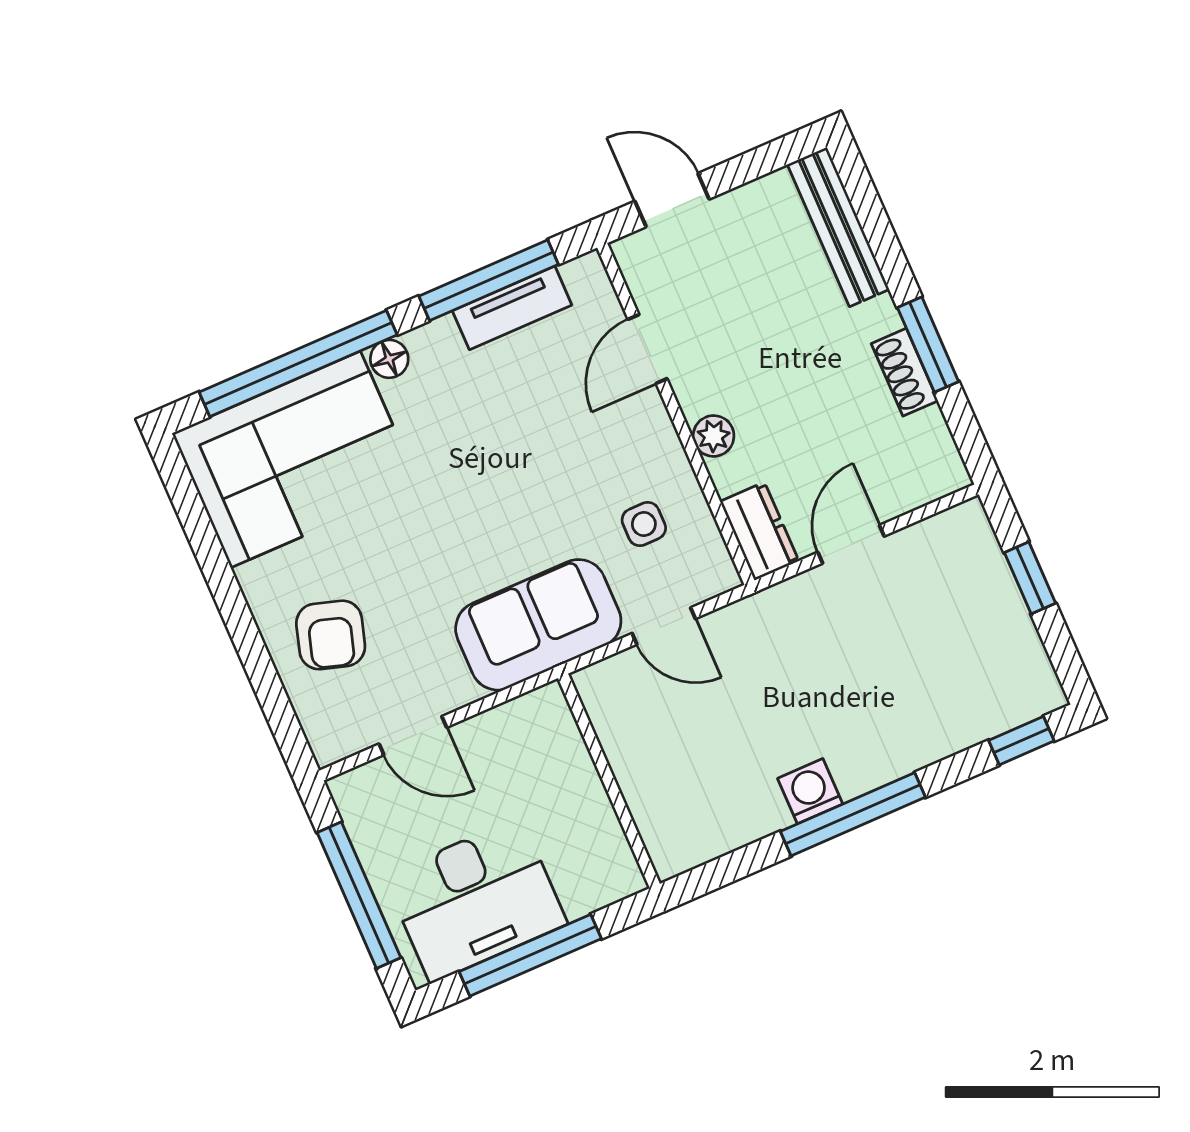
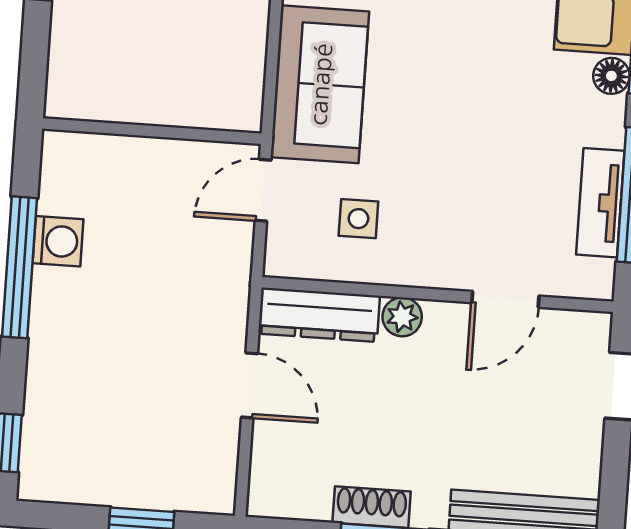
door: (647, 349) -> (505, 299), swing flipped
dresser: (759, 531) -> (319, 315), width x1.44
wall: (609, 781) -> (152, 131), moved

